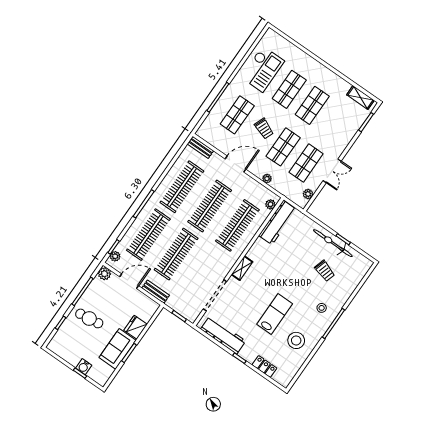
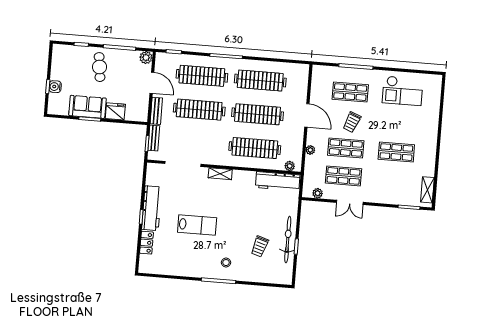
shop shelf: (289, 89) -> (399, 124), removed
bench: (200, 147) -> (154, 138), moved
plant: (115, 256) -> (166, 58), removed
workbench: (223, 335) -> (152, 208), moved
stool: (296, 340) -> (185, 257), removed

